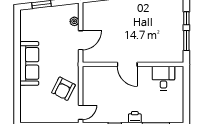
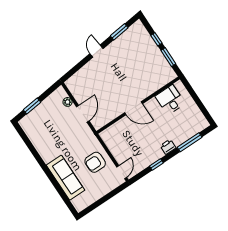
sofa: (29, 63) -> (66, 178), moved
armchair: (64, 89) -> (95, 162), turned 63

